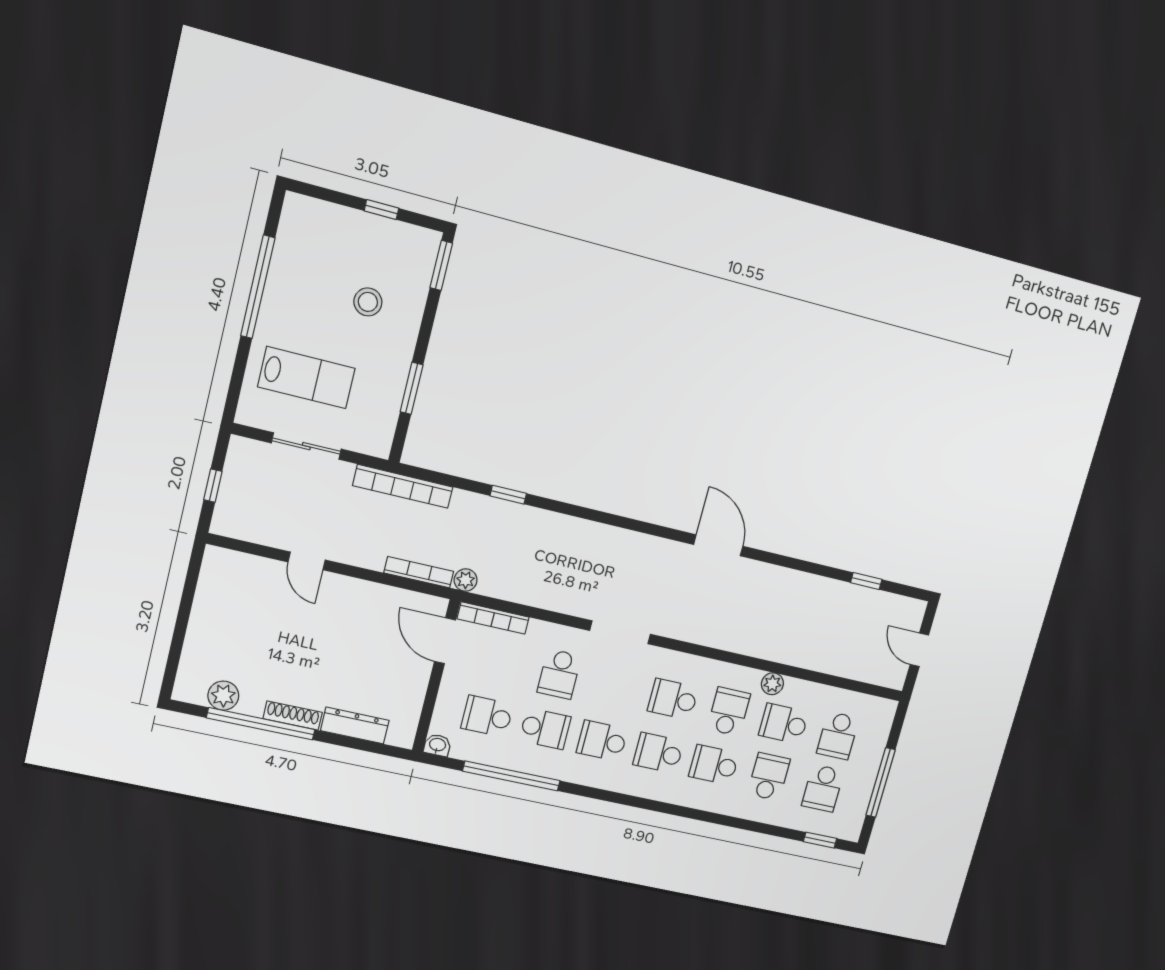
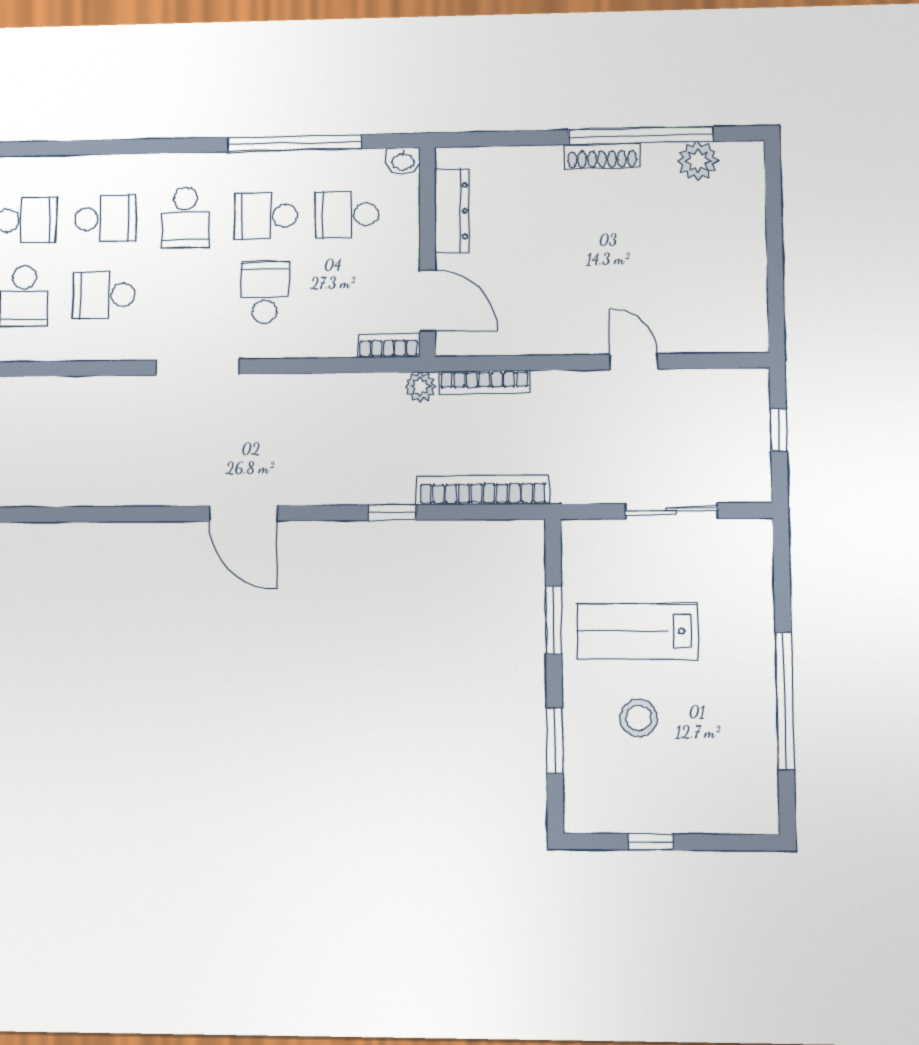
window: (441, 265) -> (555, 741), moved
lab bench: (306, 378) -> (637, 631), moved
bookcase: (403, 486) -> (483, 490), moved
door: (718, 545) -> (243, 513), moved
bookcase: (493, 618) -> (388, 346), width x0.64
school desk: (673, 699) -> (104, 295), turned 180
school desk: (487, 716) -> (347, 214), turned 180
dresser: (355, 725) -> (452, 211), moved, turned -90
school desk: (602, 741) -> (185, 217), turned 90

